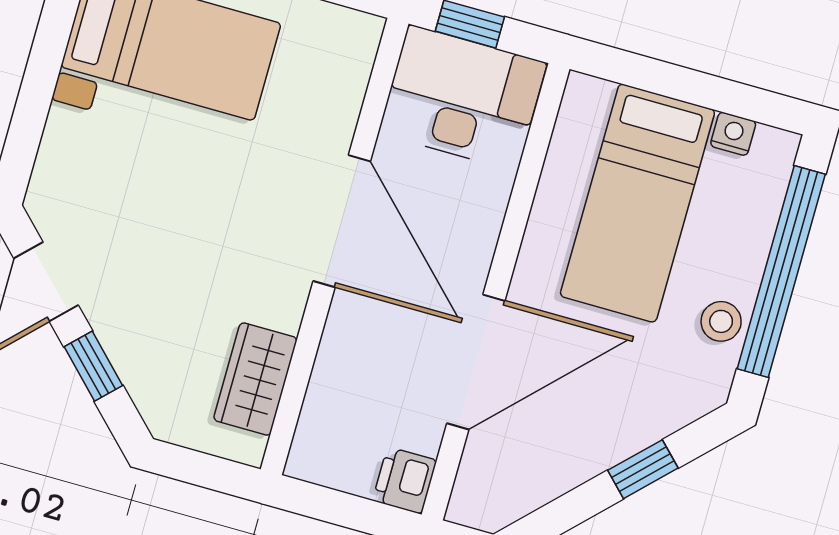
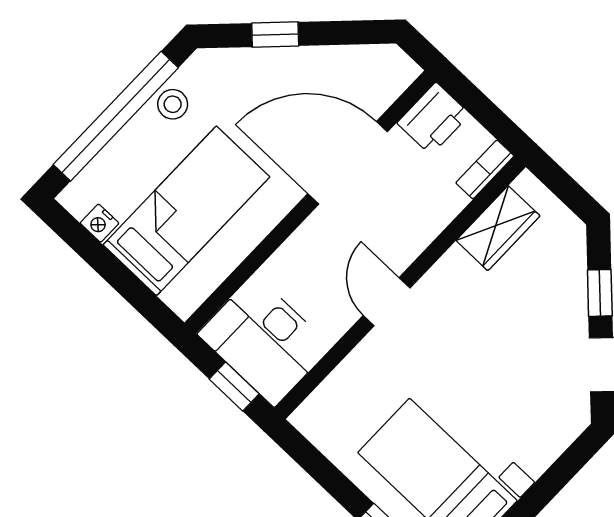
door: (342, 221) -> (387, 302), width x0.53
bookcase: (308, 441) -> (485, 169), added
printer: (405, 480) -> (433, 119), width x1.36, depth x1.24

